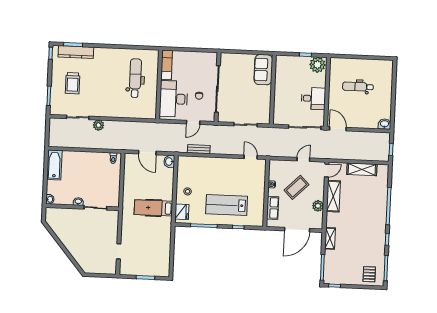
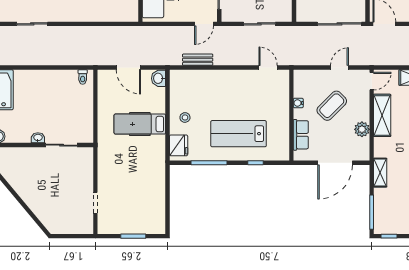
door: (193, 122) -> (204, 24), moved
plant: (99, 125) -> (61, 33), removed
hospital bed: (153, 208) -> (140, 124), moved

